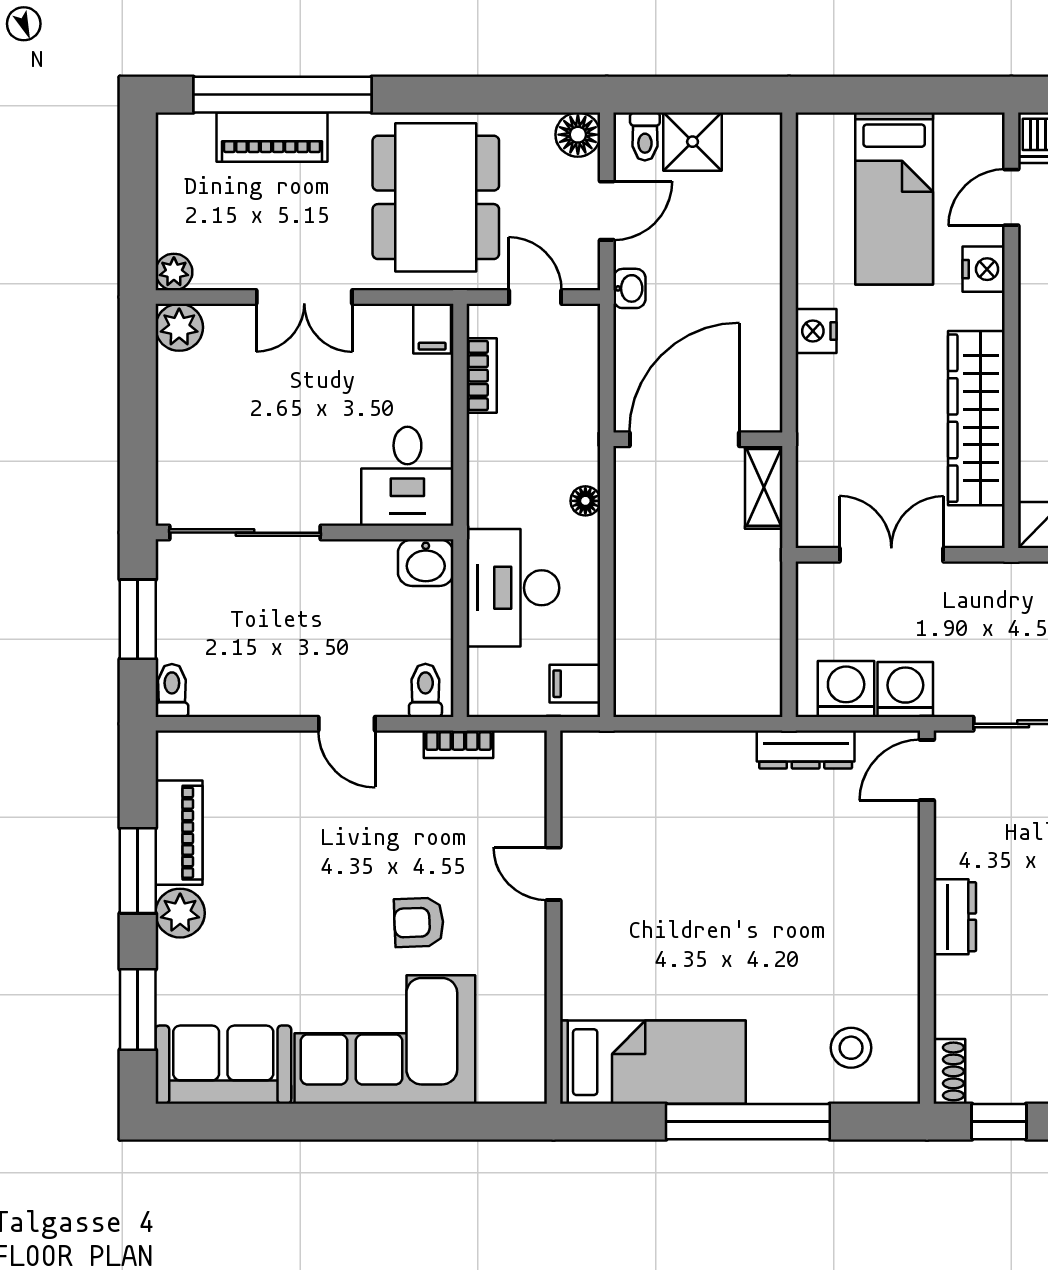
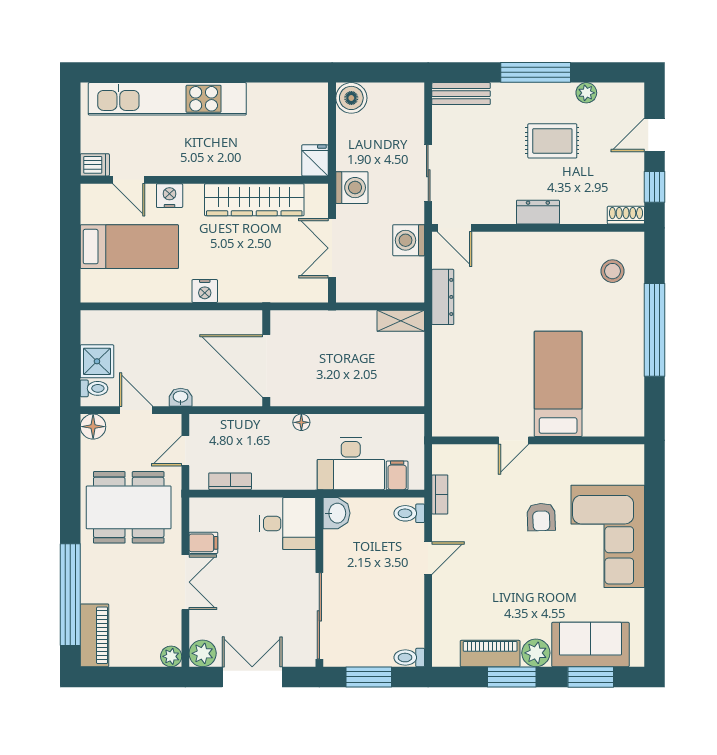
piano: (272, 137) -> (94, 635), moved
filing cabinet: (432, 329) -> (203, 543), moved
double door: (138, 414) -> (252, 677), added
shelving: (764, 487) -> (401, 321), moved
filing cabinet: (575, 684) -> (397, 475), moved, turned 180
washing machine: (846, 689) -> (352, 188), moved, turned 180
bed: (653, 1062) -> (558, 384), moved
sofa: (223, 1065) -> (590, 645), moved, turned 90

